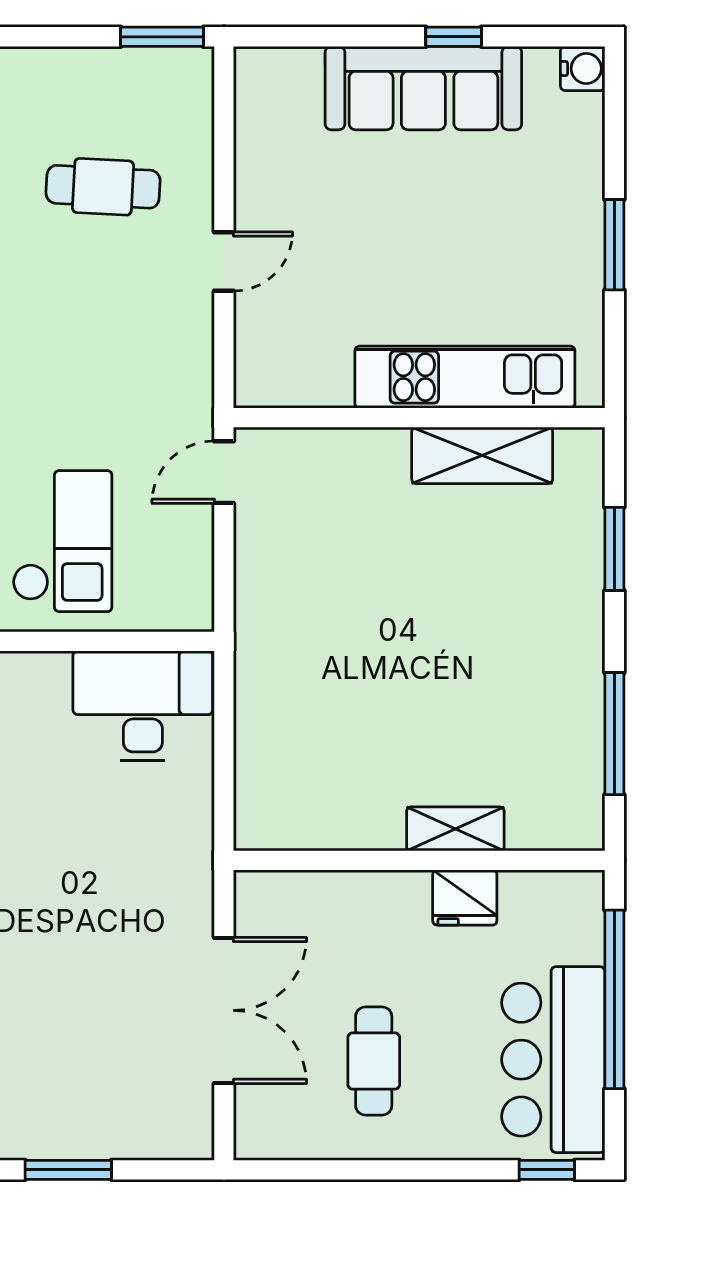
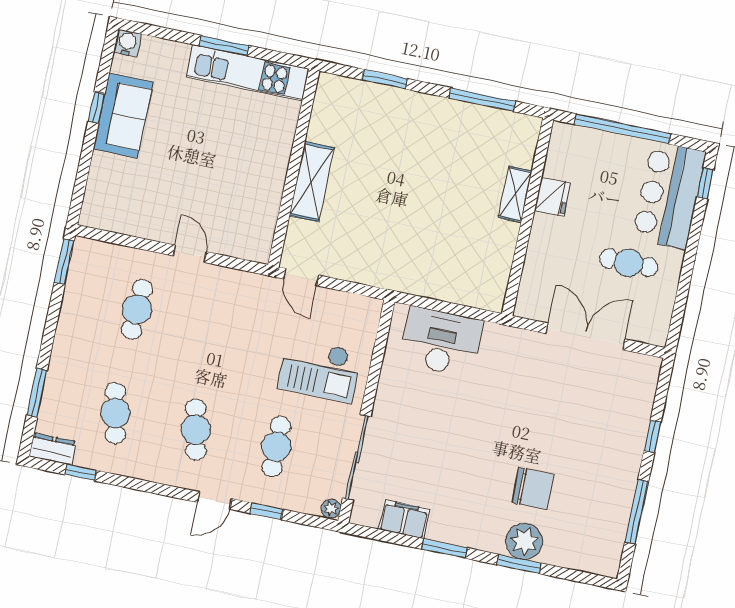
sofa: (423, 88) -> (123, 116), width x0.73
kitchen unit: (465, 377) -> (248, 73), moved, turned -90
shelving: (482, 455) -> (312, 182), moved
checkout: (62, 541) -> (320, 370), turned 180
desk: (143, 706) -> (441, 342), moved, turned 90
bar counter: (553, 1060) -> (669, 195), moved, turned 90
window: (68, 1170) -> (652, 436), width x0.67

